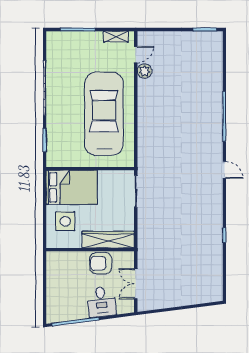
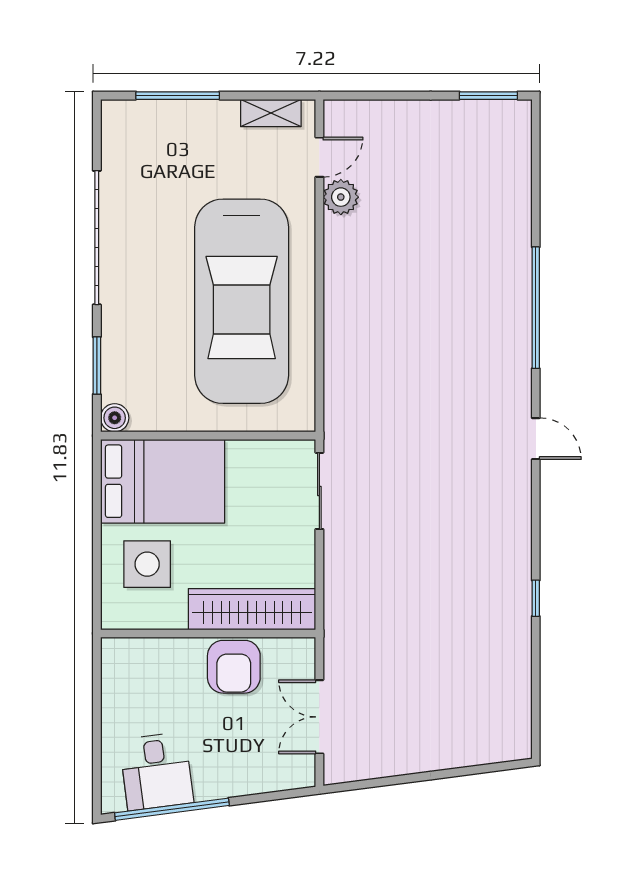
car: (104, 114) -> (242, 301), turned 180
boiler: (52, 161) -> (115, 418), added
armchair: (101, 263) -> (234, 667), turned -90
desk: (101, 302) -> (156, 771), moved

